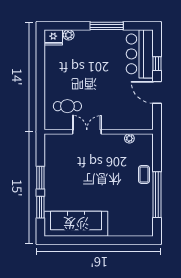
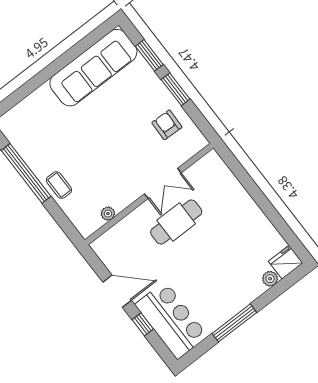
cafe table: (67, 106) -> (176, 222), moved, width x1.37, depth x1.35
armchair: (60, 162) -> (167, 125), added

